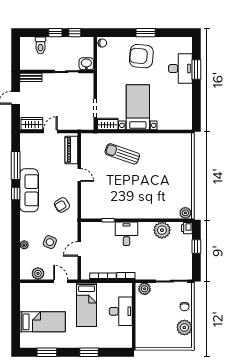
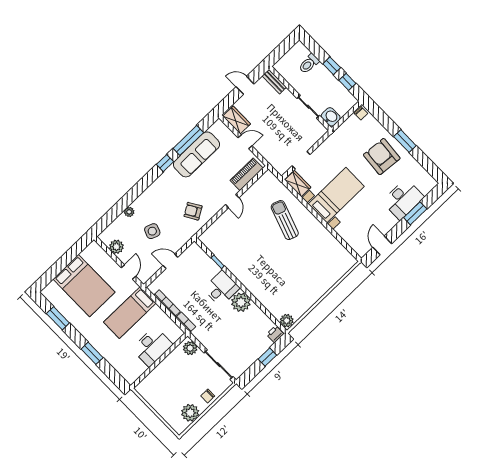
door: (196, 109) -> (382, 245), added
sofa: (29, 190) -> (196, 154), moved
plant: (162, 230) -> (241, 302), moved
bed: (42, 322) -> (84, 286), width x1.50

